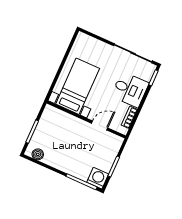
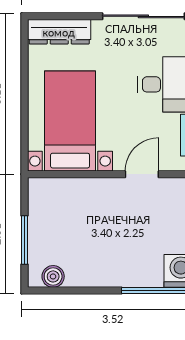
dresser: (91, 43) -> (59, 32), added

